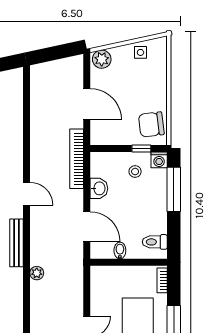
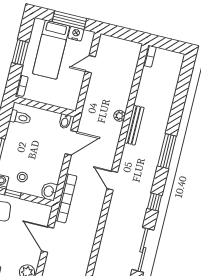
washbasin: (99, 188) -> (49, 191), moved
door: (87, 227) -> (71, 143), swing flipped
bench: (17, 243) -> (134, 125), moved
bidet: (120, 250) -> (65, 121), moved

